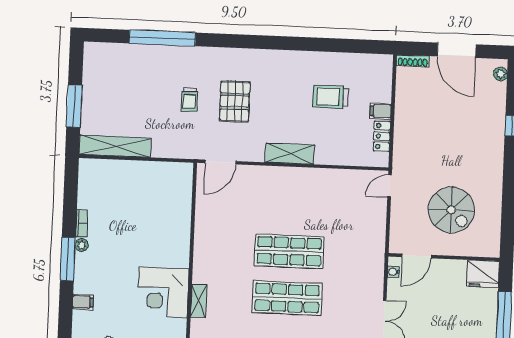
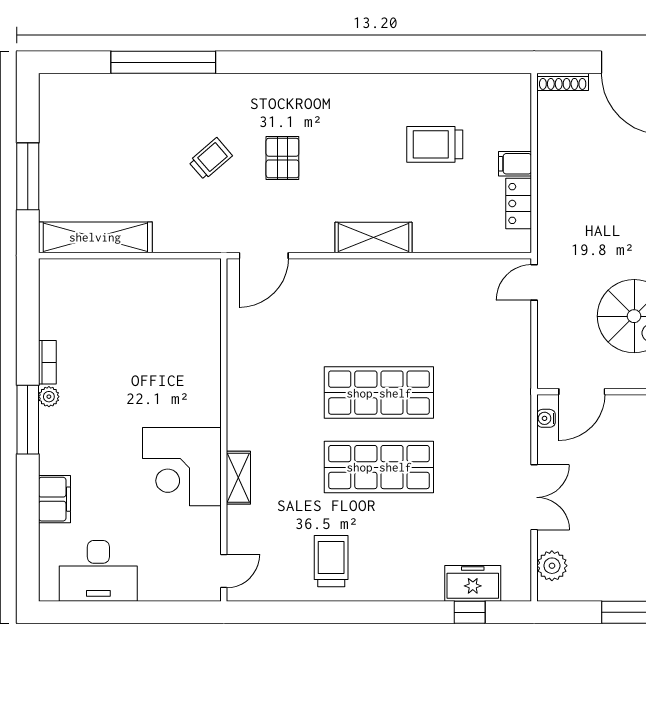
trolley: (190, 100) -> (211, 159), turned -131
pallet: (235, 101) -> (282, 158), width x0.67, depth x0.71
filing cabinet: (83, 302) -> (54, 499), width x2.00

